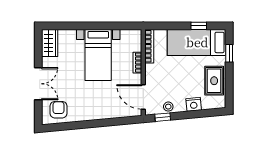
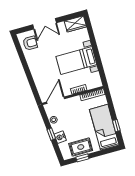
window: (229, 53) -> (82, 158), moved
window: (163, 117) -> (51, 134), moved

